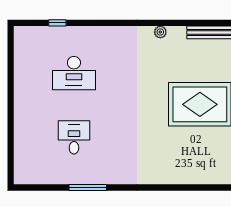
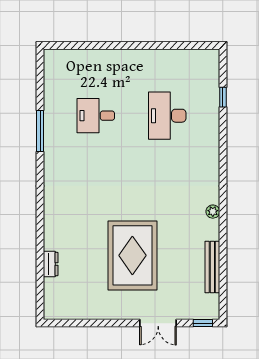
desk: (74, 137) -> (96, 116), turned 180
dresser: (208, 178) -> (51, 264), added

